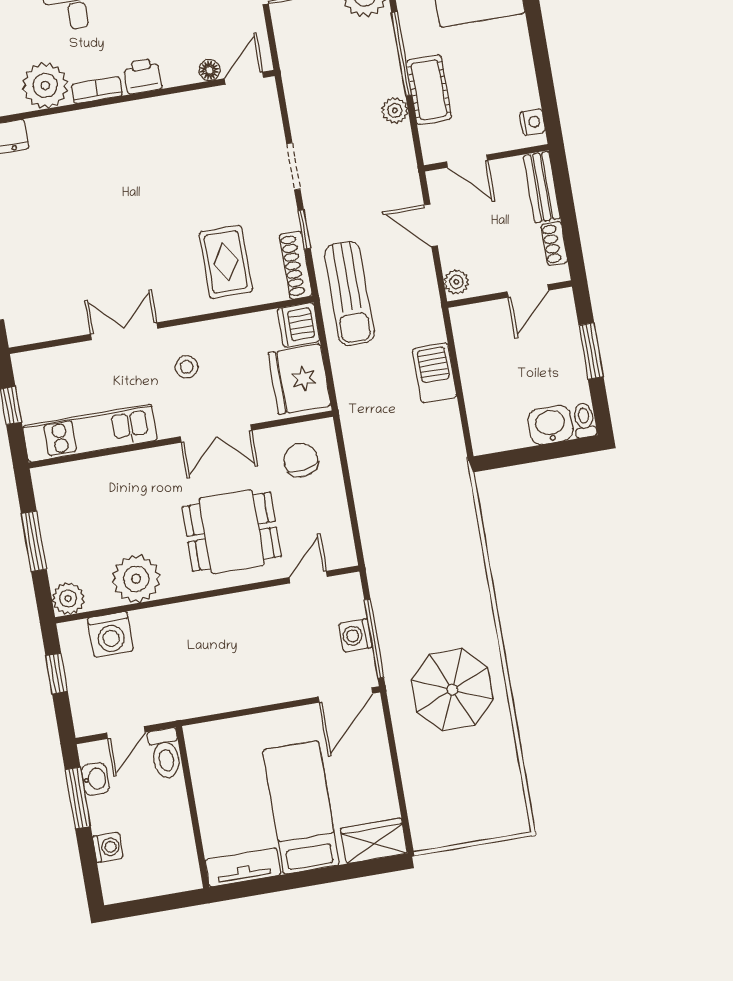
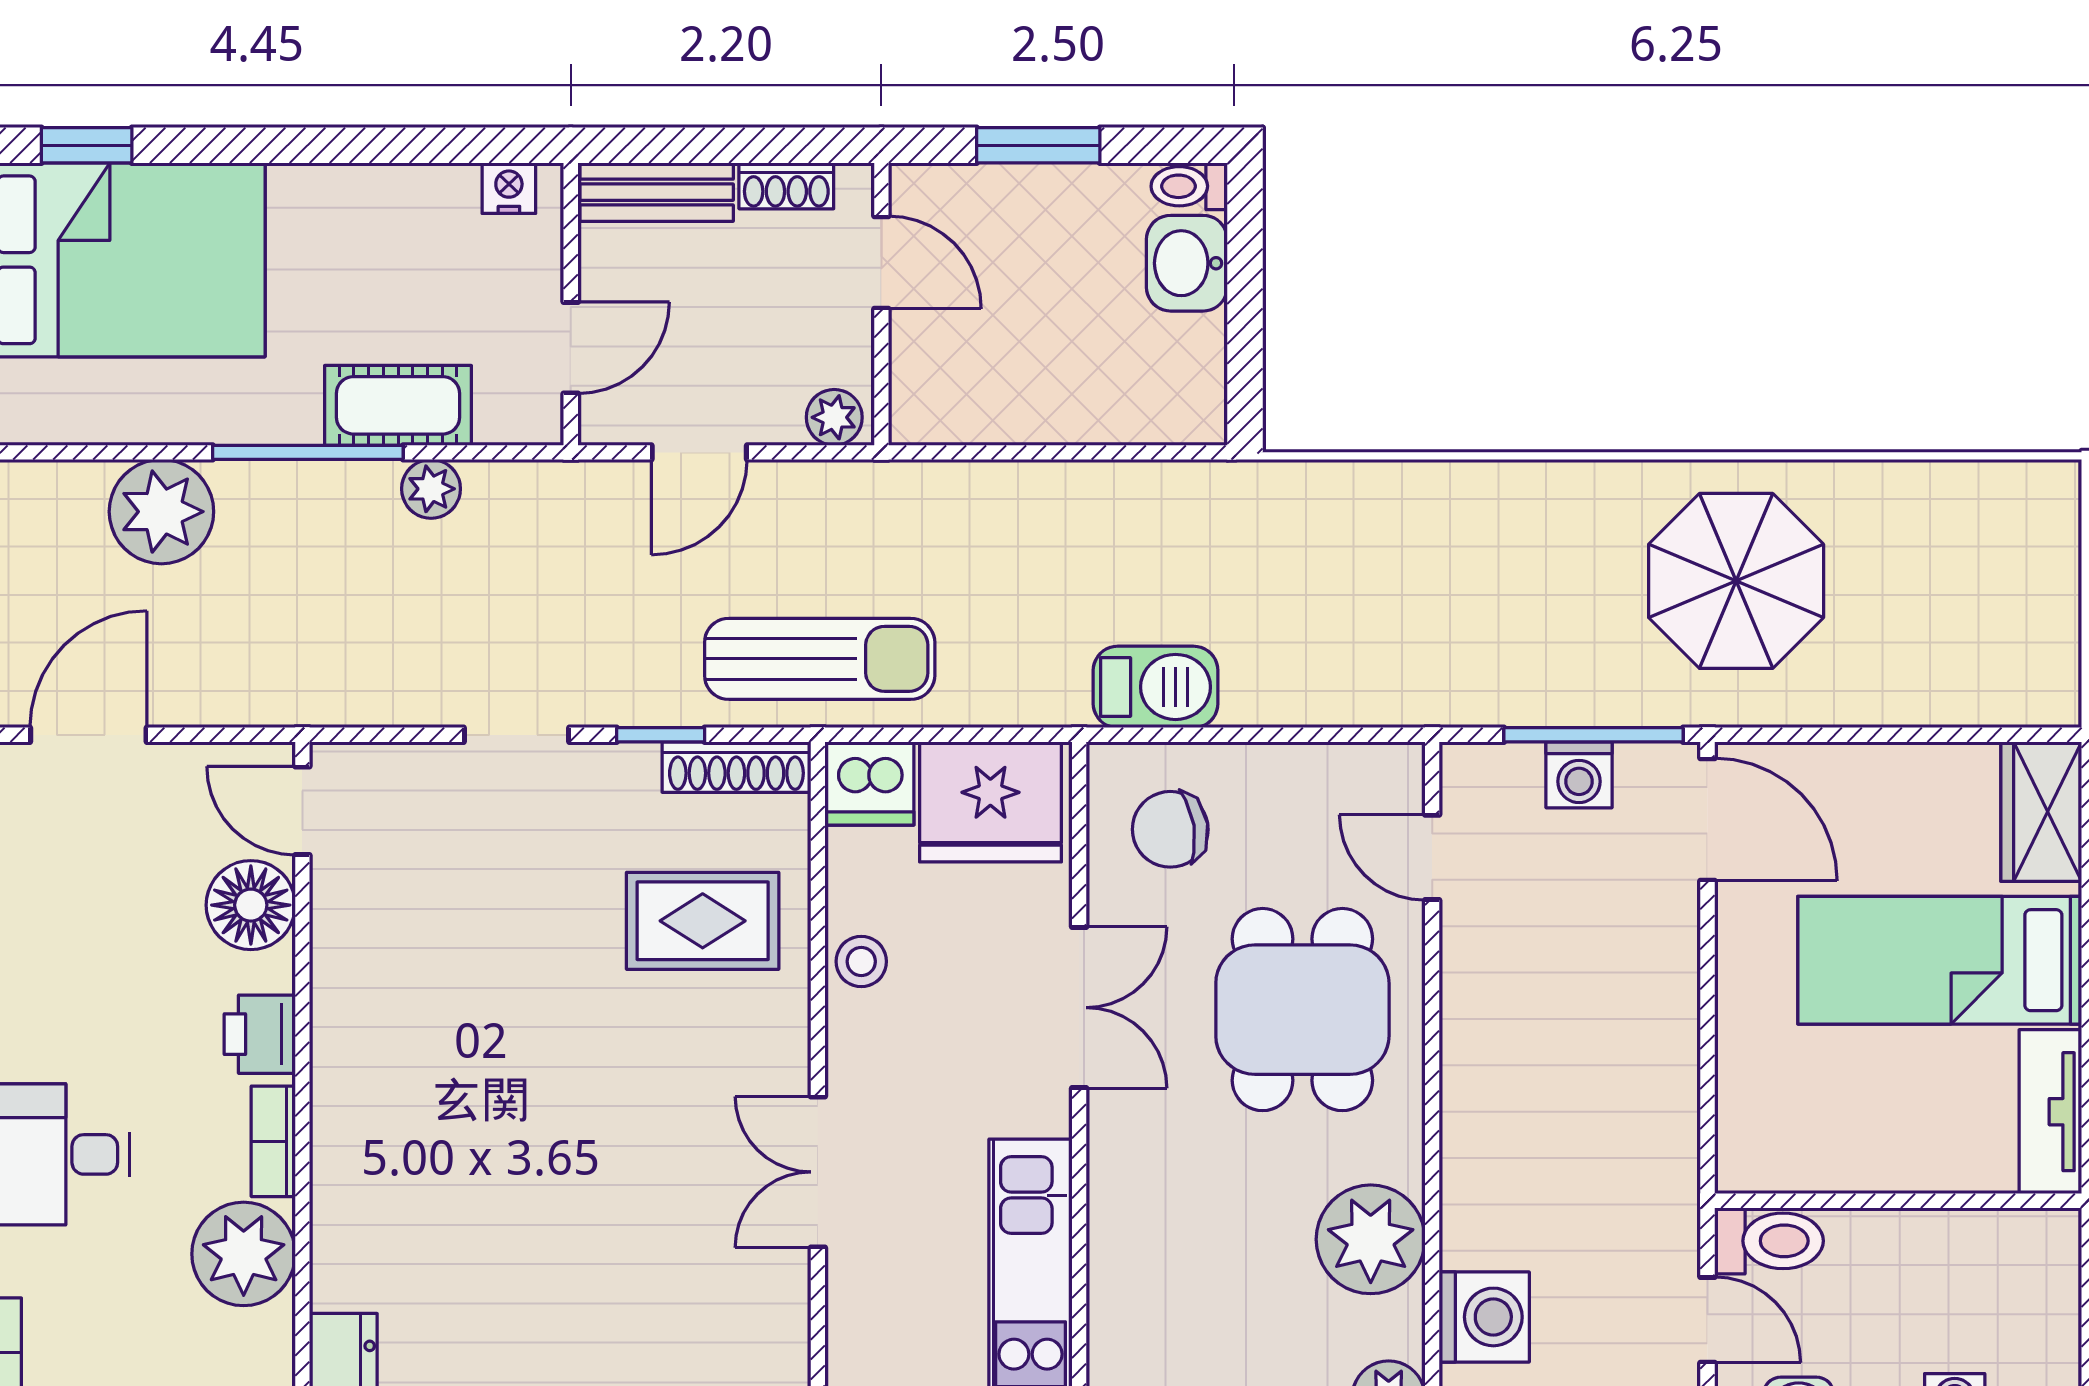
floor lamp: (209, 70) -> (251, 905), width x1.89, depth x1.89
stool: (187, 367) -> (861, 961), moved
barbecue: (435, 373) -> (1156, 687), moved, turned 180

